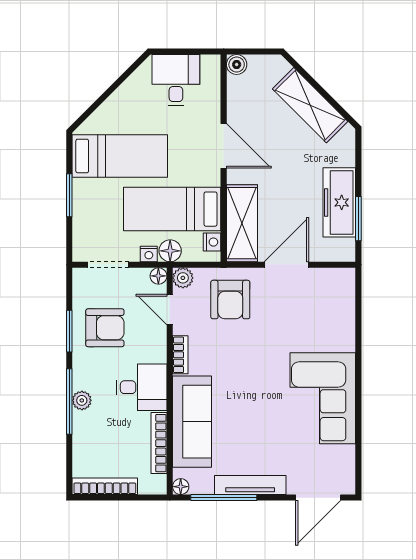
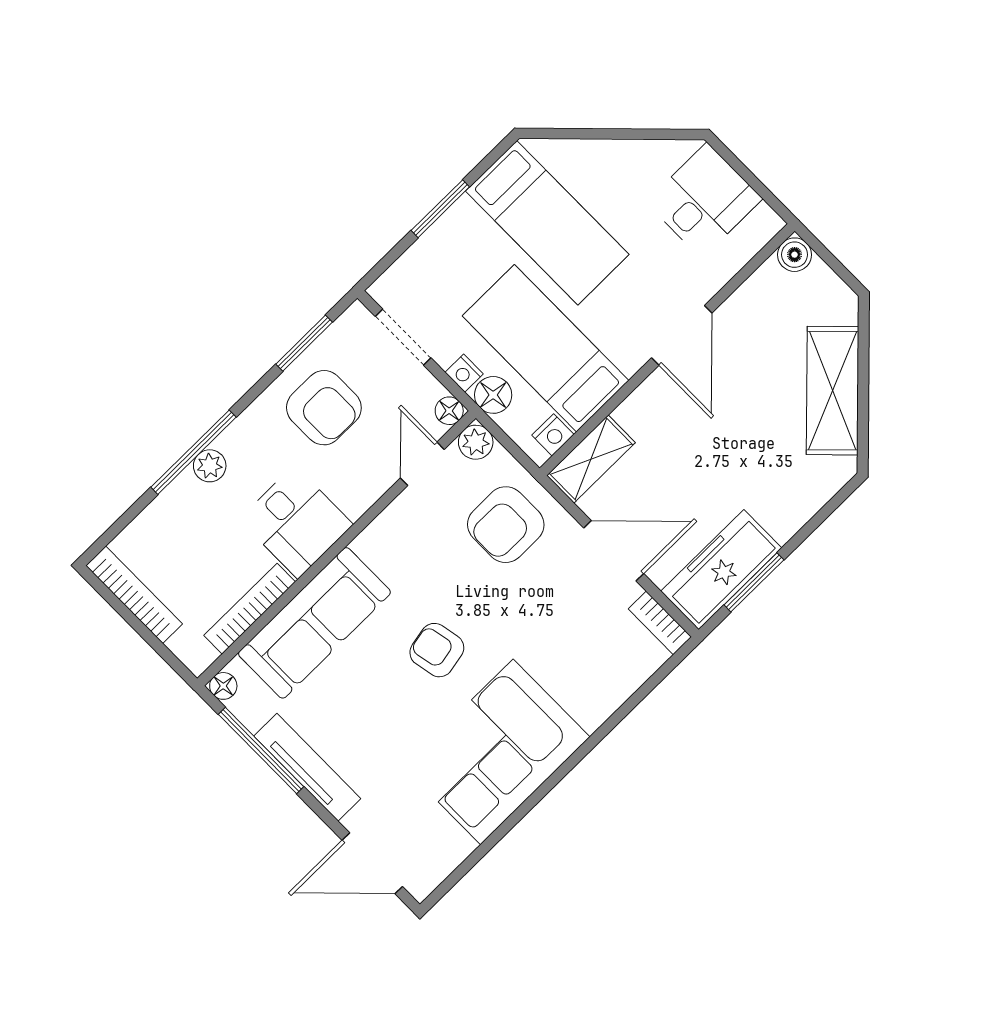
freezer: (339, 202) -> (721, 570), moved
shelving: (242, 223) -> (591, 459), width x0.67, depth x0.75
window: (69, 331) -> (304, 343), moved
bookcase: (180, 355) -> (660, 623), moved, turned 90
armchair: (255, 381) -> (437, 650), added

